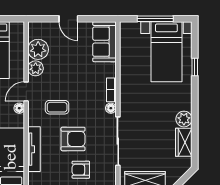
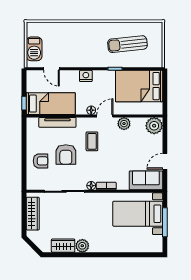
door: (68, 19) -> (165, 161), moved
plant: (38, 49) -> (154, 126), moved
bed with nightstands: (166, 52) -> (138, 214), moved
window: (195, 67) -> (125, 255), removed
door: (26, 92) -> (105, 116), hinge flipped
armchair: (81, 170) -> (41, 161), turned 90

